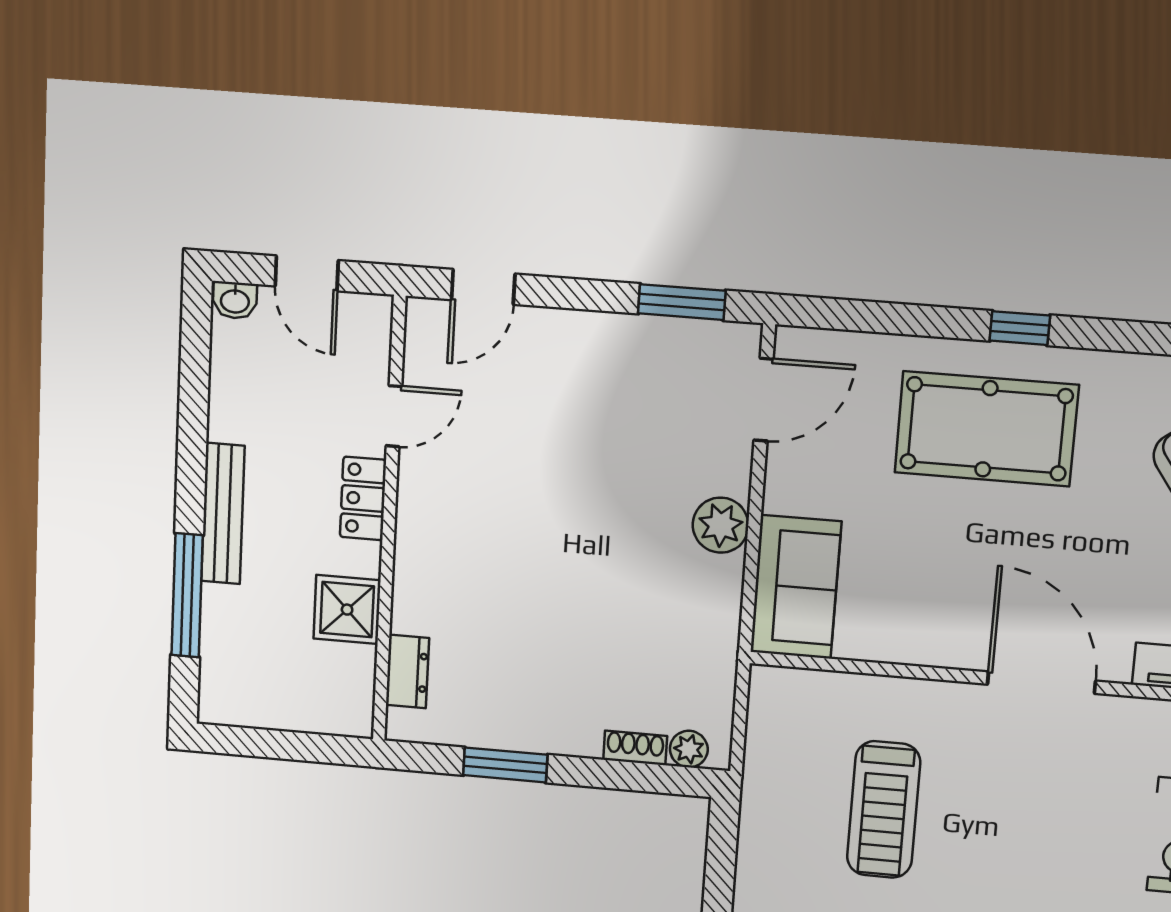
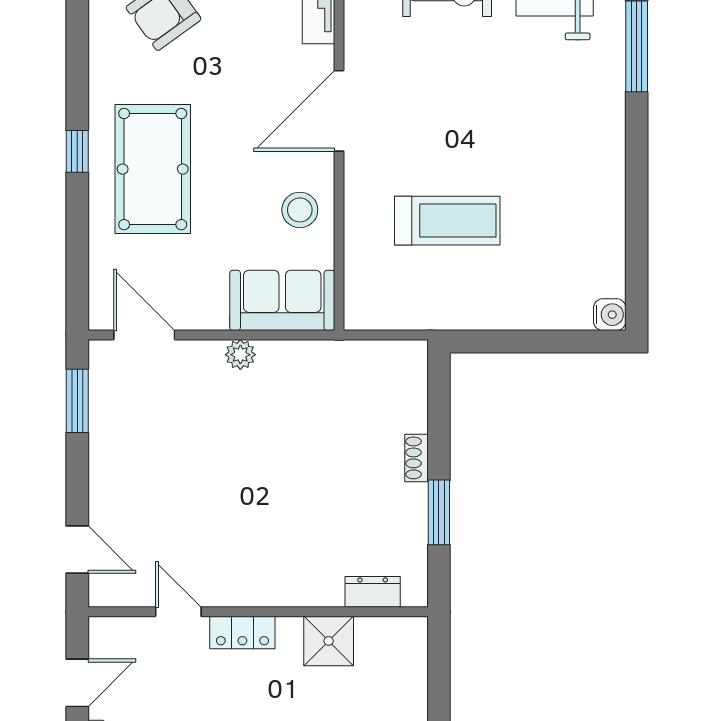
plant: (721, 525) -> (240, 355), width x0.73, depth x0.73
stool: (914, 620) -> (300, 210), added
shoe rack: (635, 748) -> (416, 458), moved
plant: (689, 749) -> (414, 372), removed

